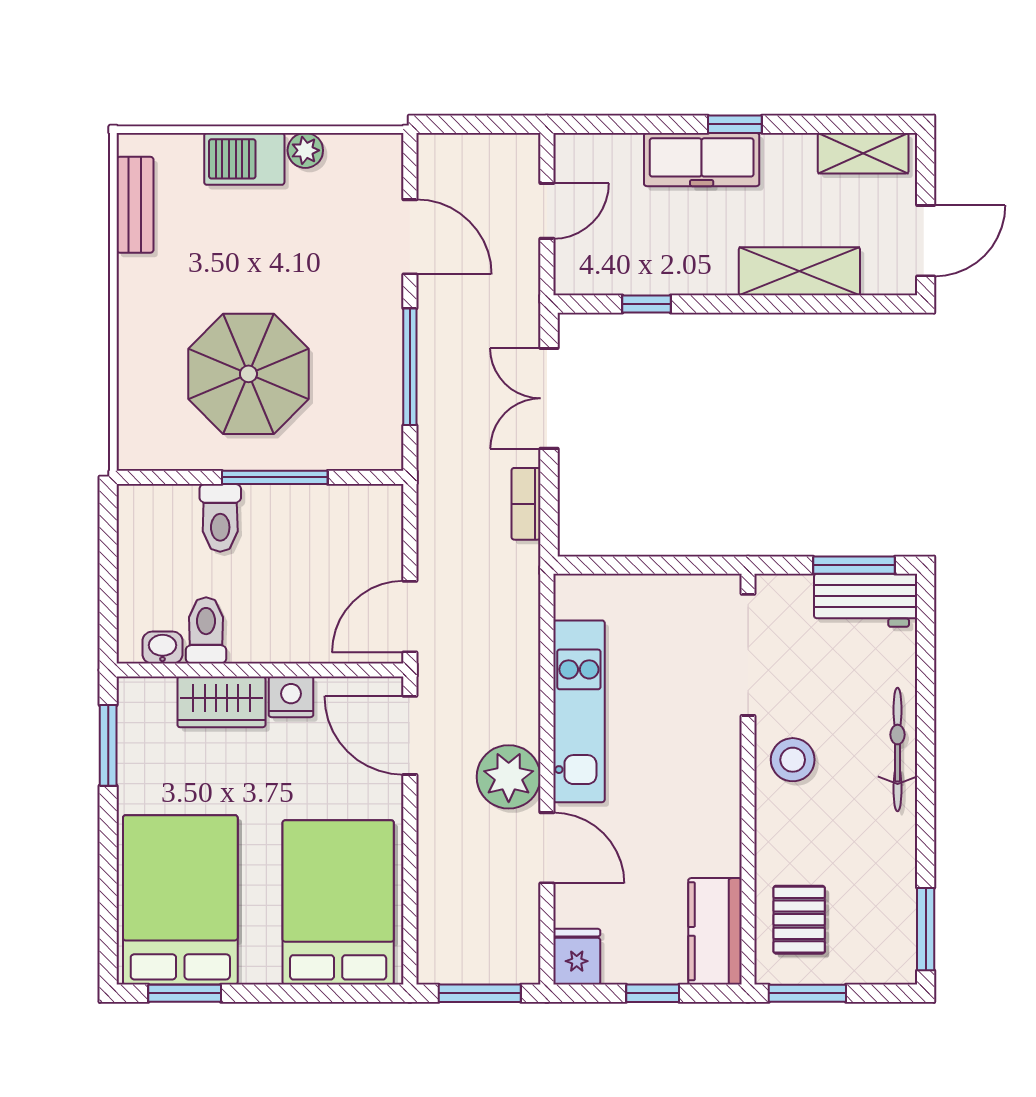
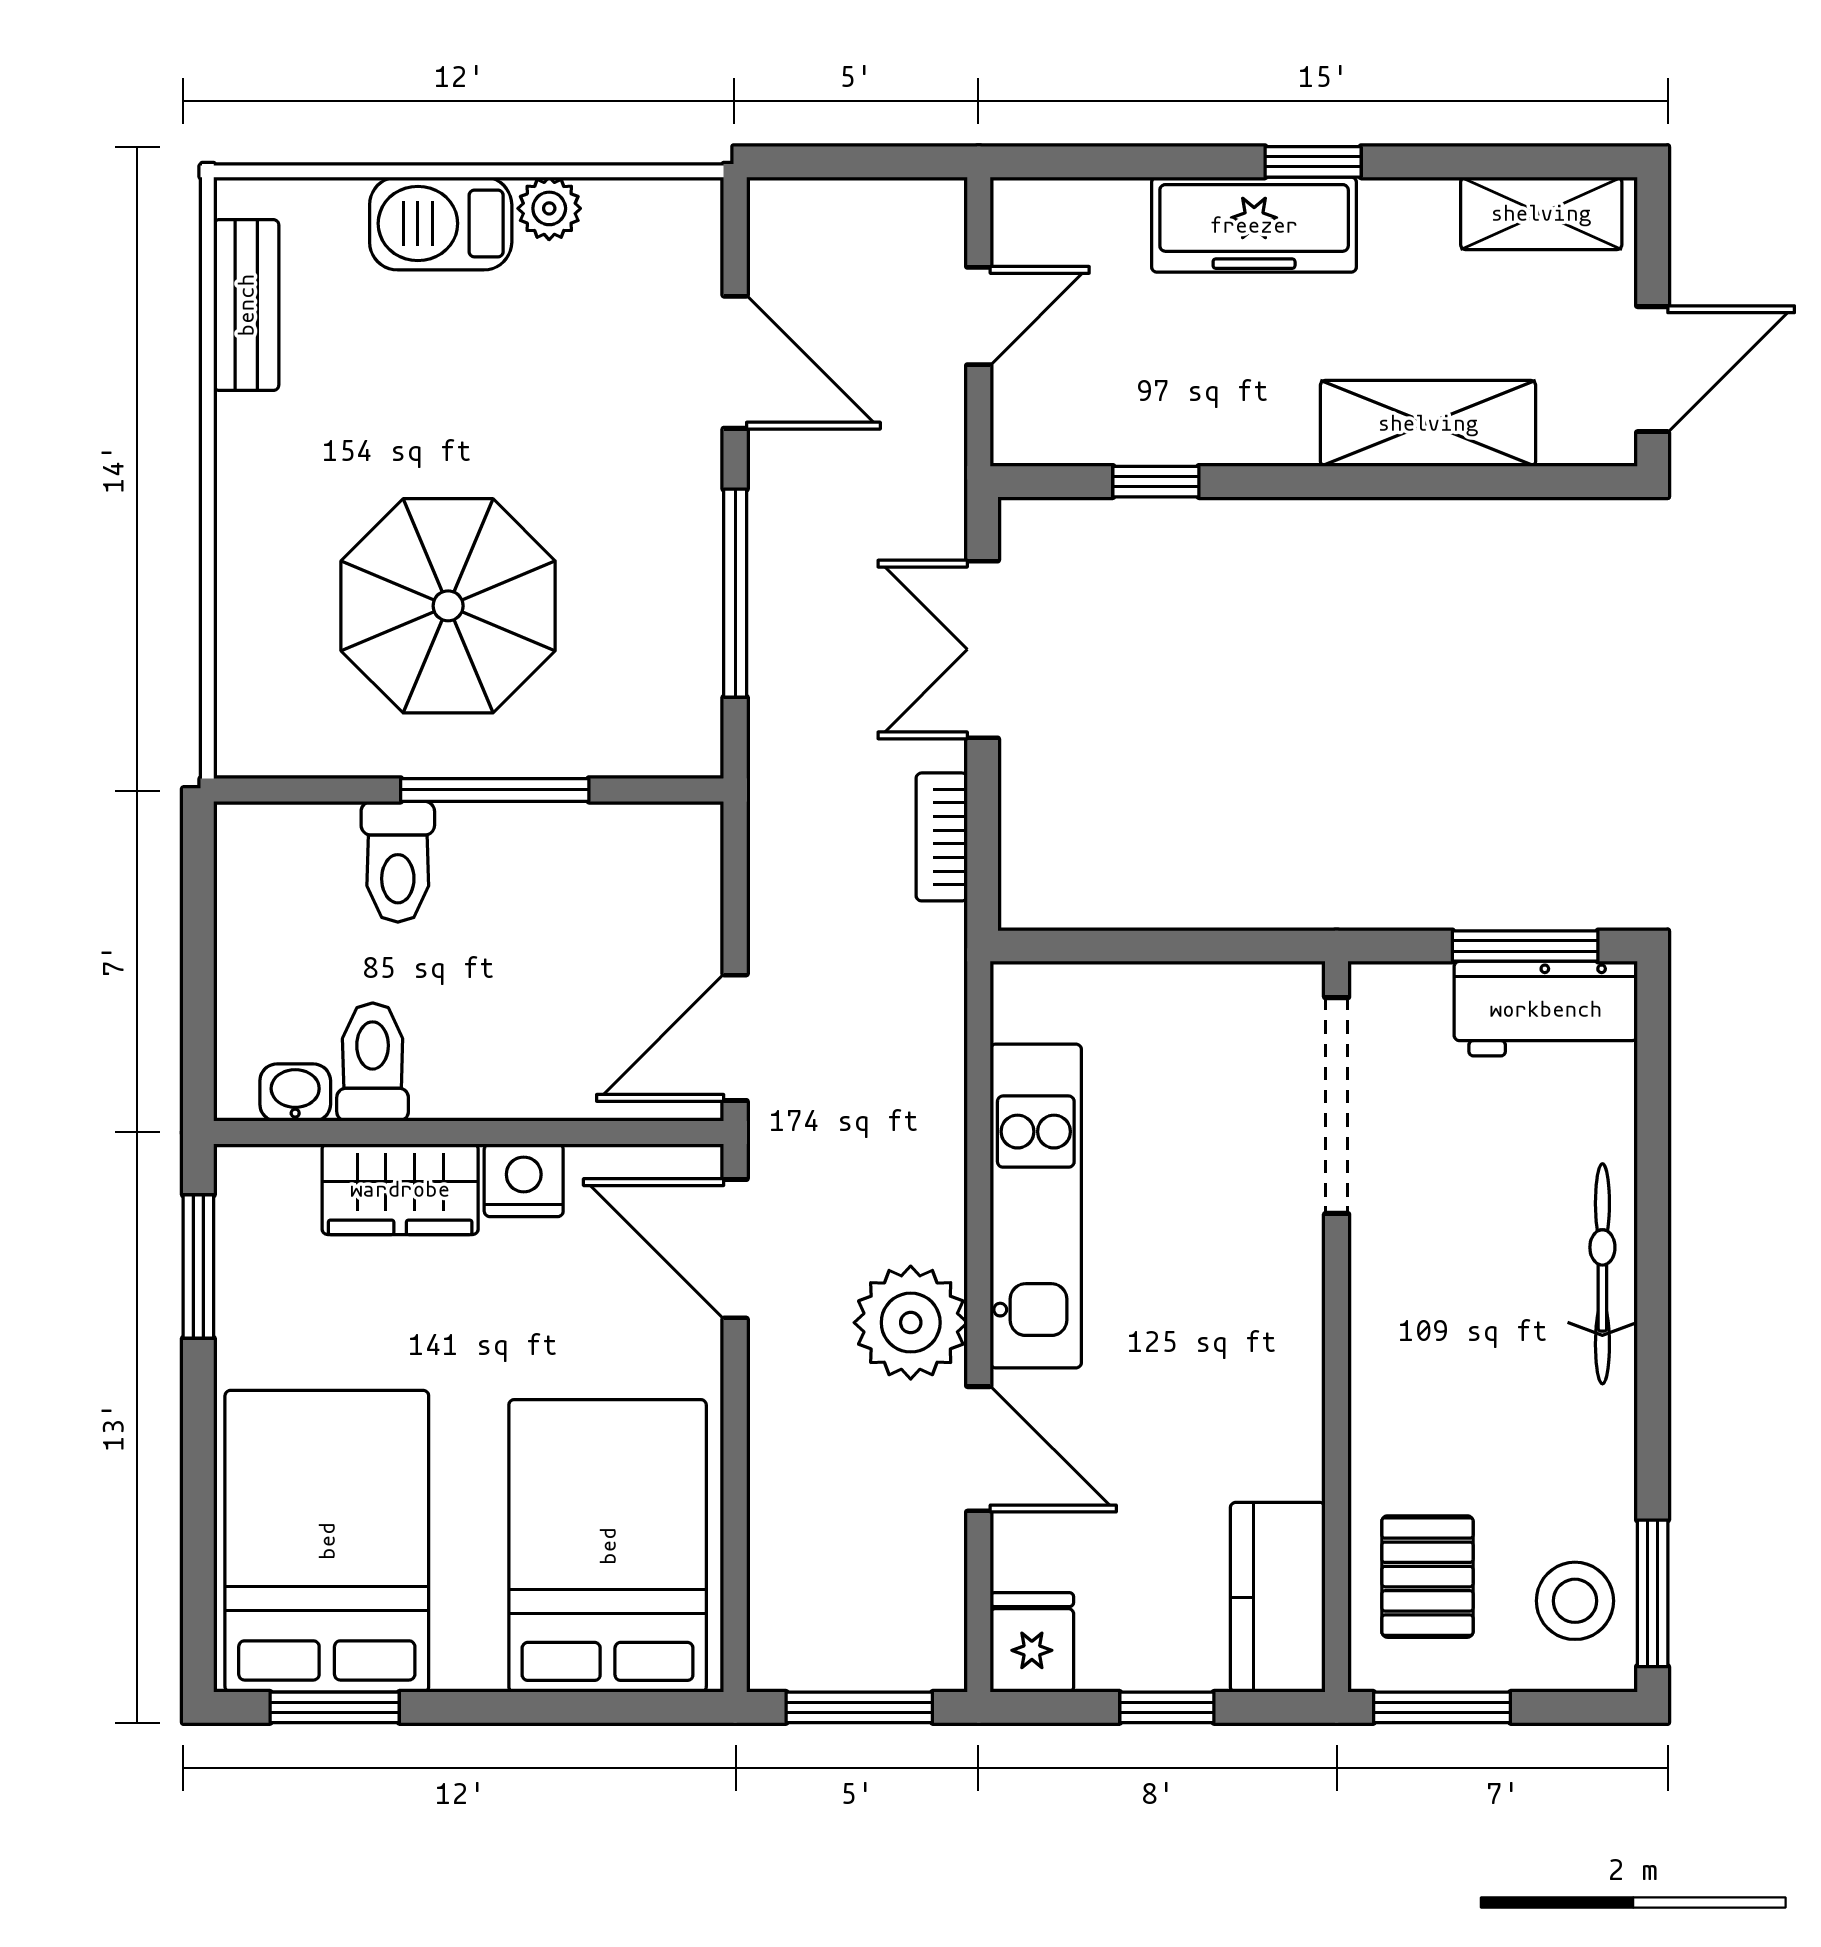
stool: (793, 760) -> (1575, 1601), moved

